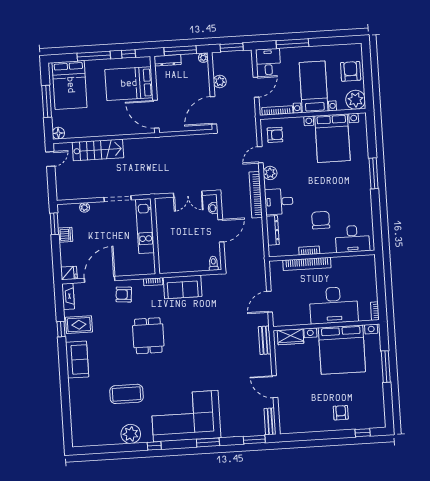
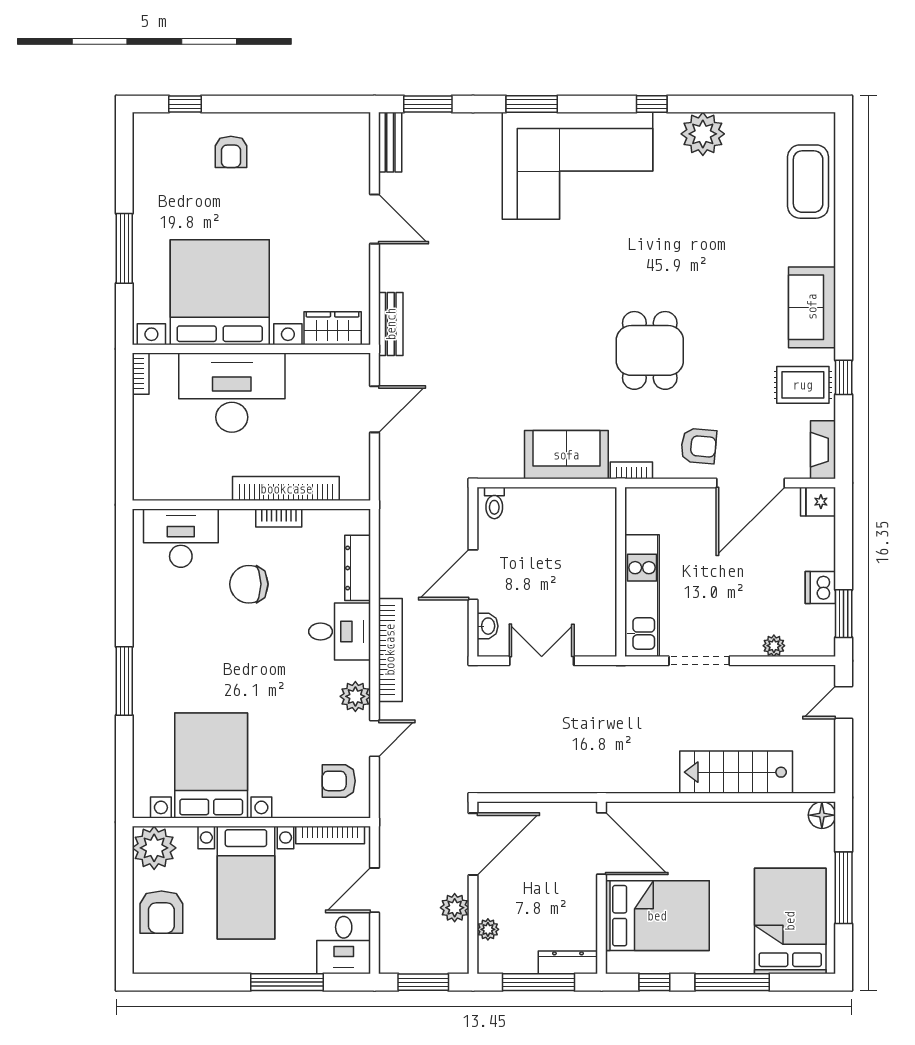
plant: (203, 58) -> (488, 929), moved
door: (50, 159) -> (844, 702), moved
chair: (321, 220) -> (249, 584), turned 90
coffee table: (127, 394) -> (808, 182), moved, turned 90

